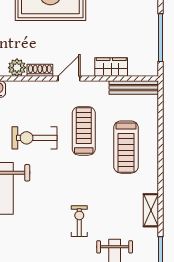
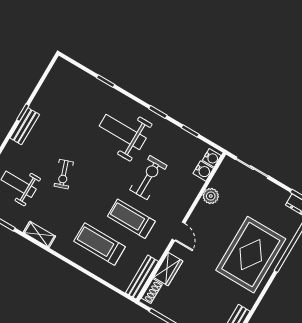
shoe rack: (40, 70) -> (152, 291), moved
treadmill: (84, 131) -> (131, 219), turned 180
exercise bike: (79, 221) -> (64, 174), turned 71

